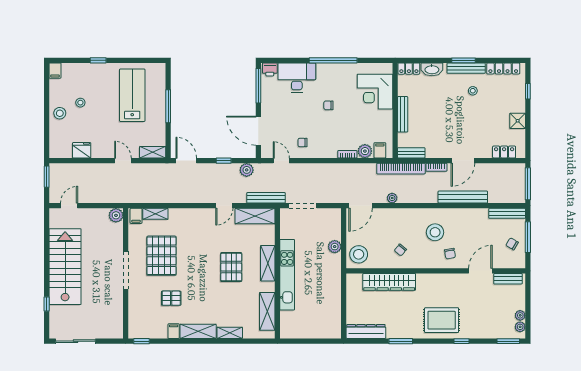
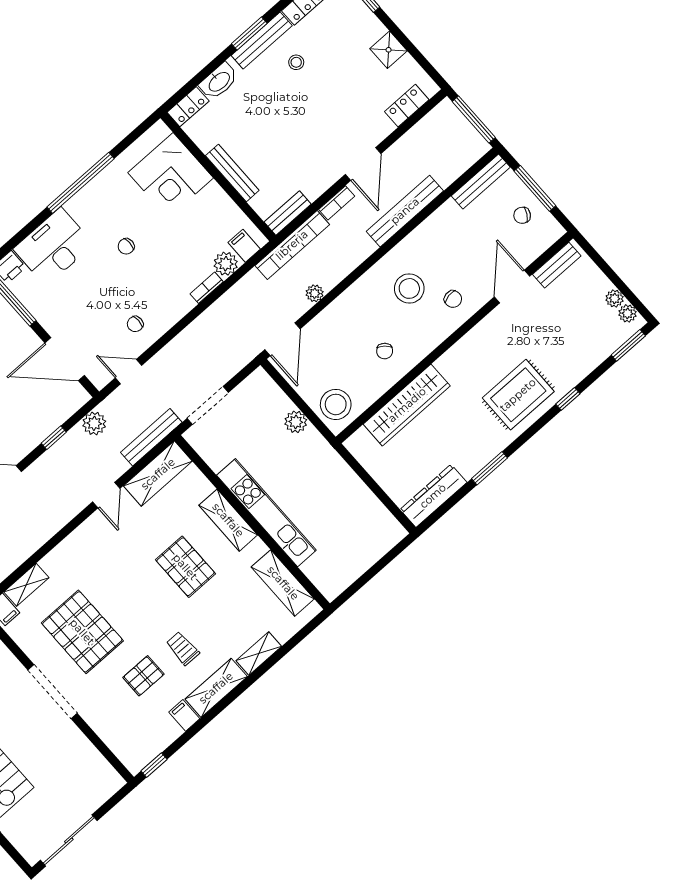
trolley: (199, 301) -> (183, 648), added

